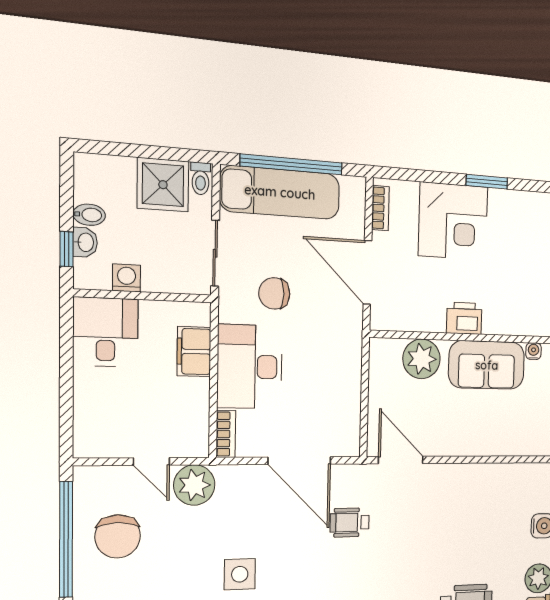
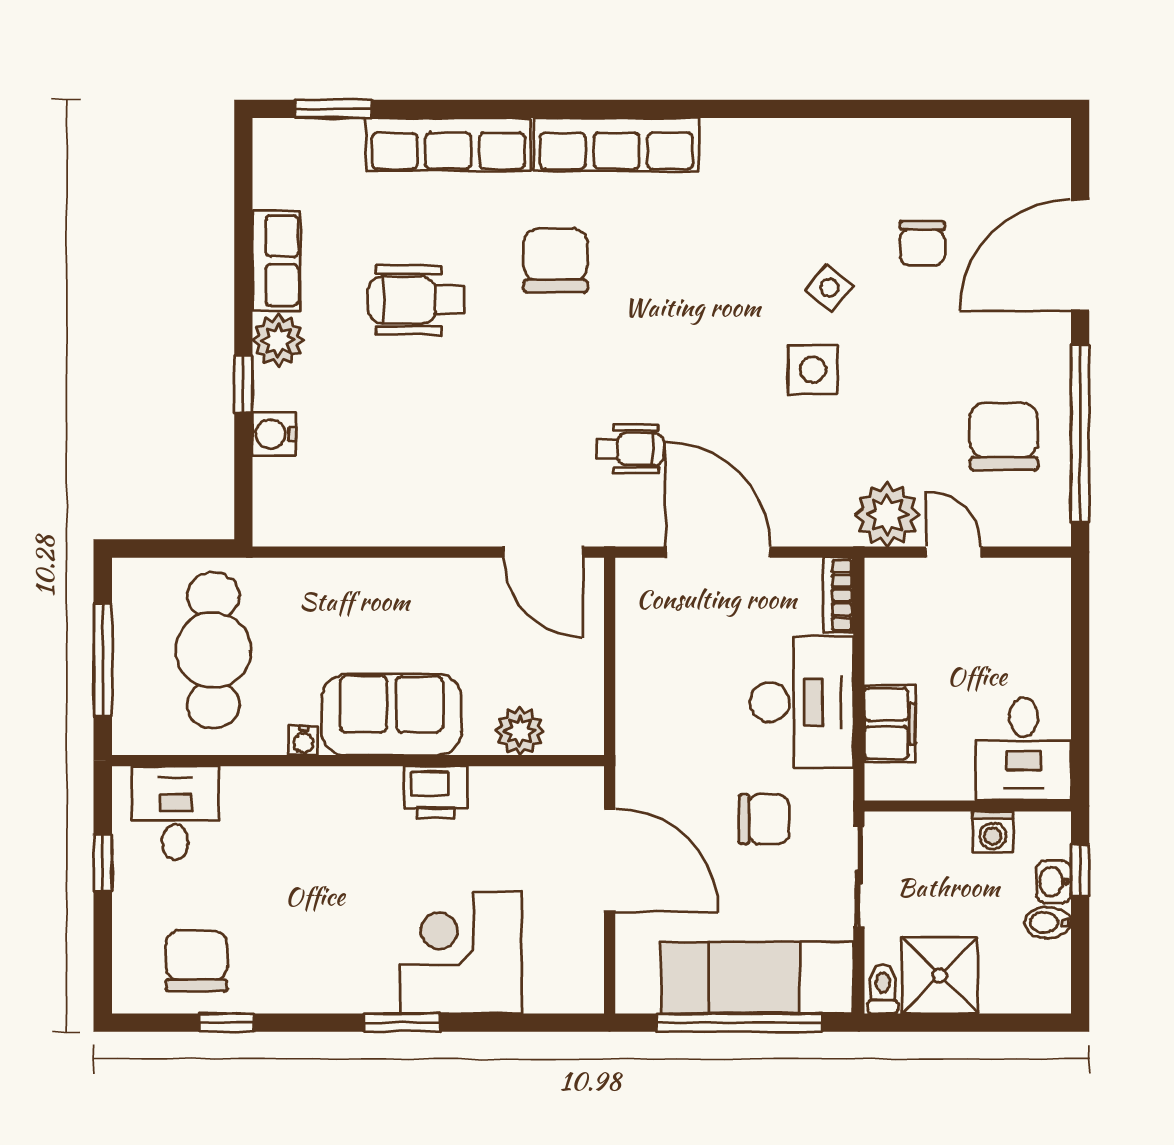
bookcase: (380, 208) -> (590, 965), removed
plant: (422, 359) -> (520, 731), width x0.73, depth x0.73

